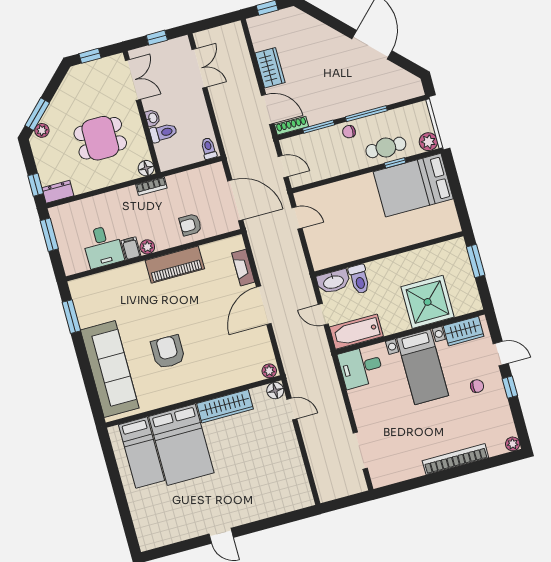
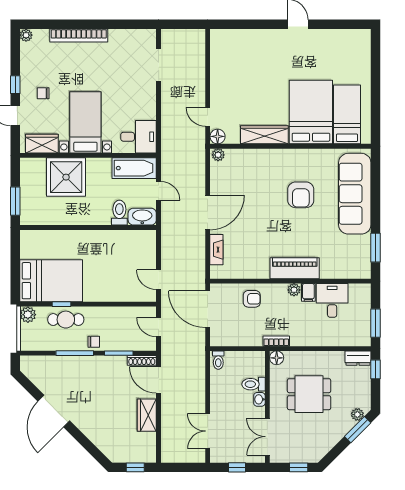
piano: (175, 265) -> (295, 268), moved

